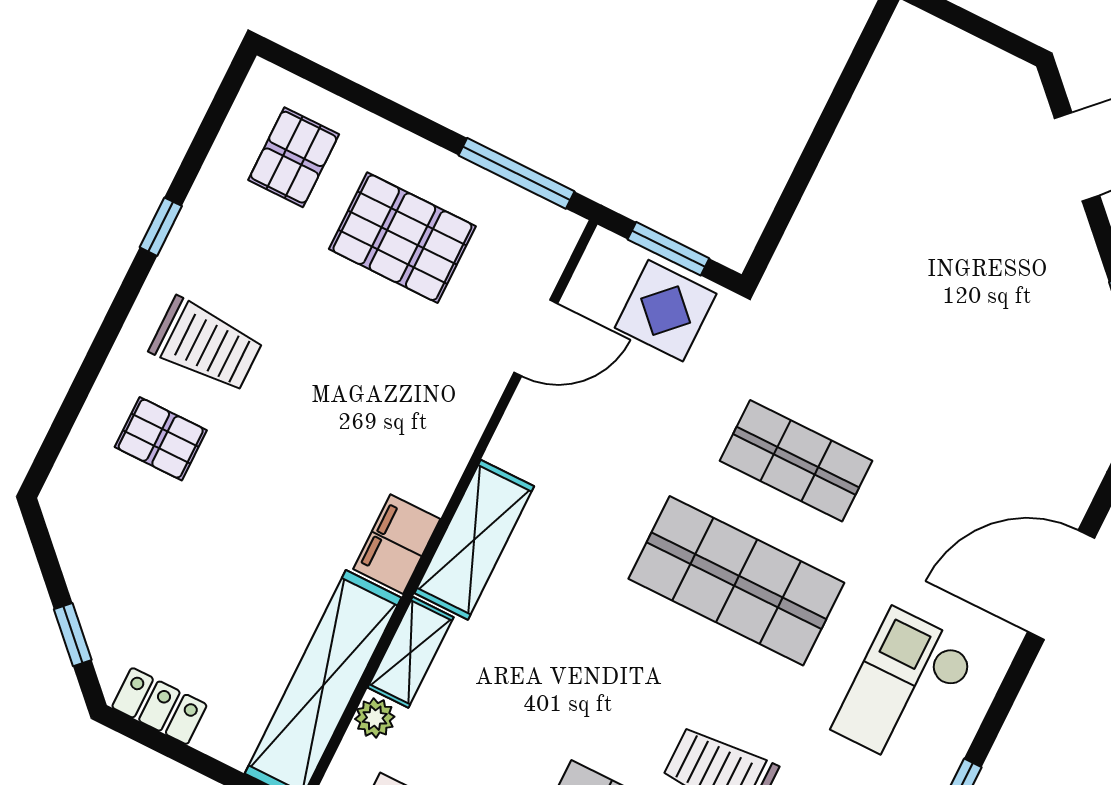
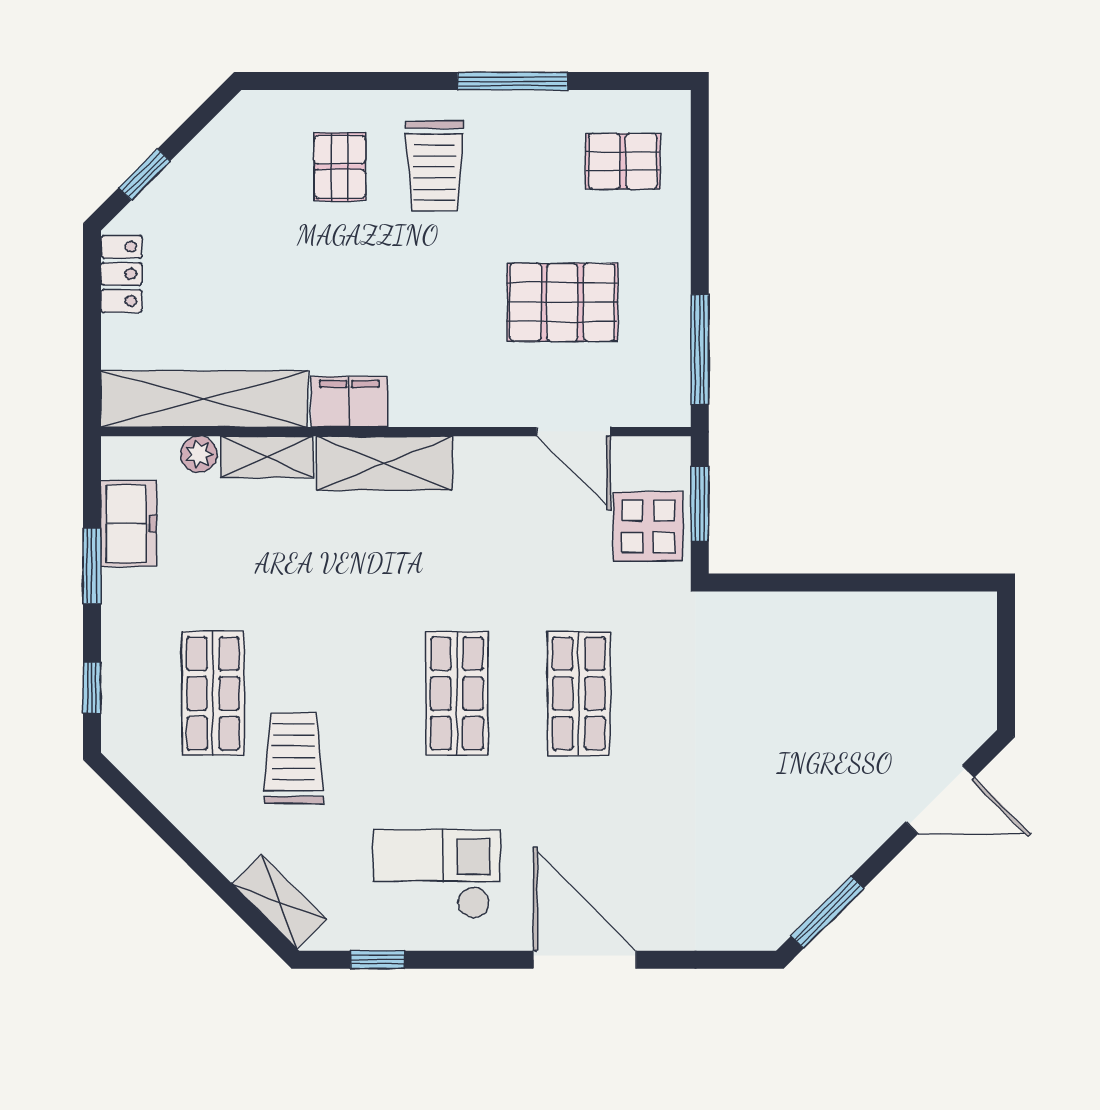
window: (161, 227) -> (513, 81), width x2.17
pallet: (402, 238) -> (562, 302), moved, turned 90
shop shelf: (736, 581) -> (457, 693), width x0.70, depth x0.74

